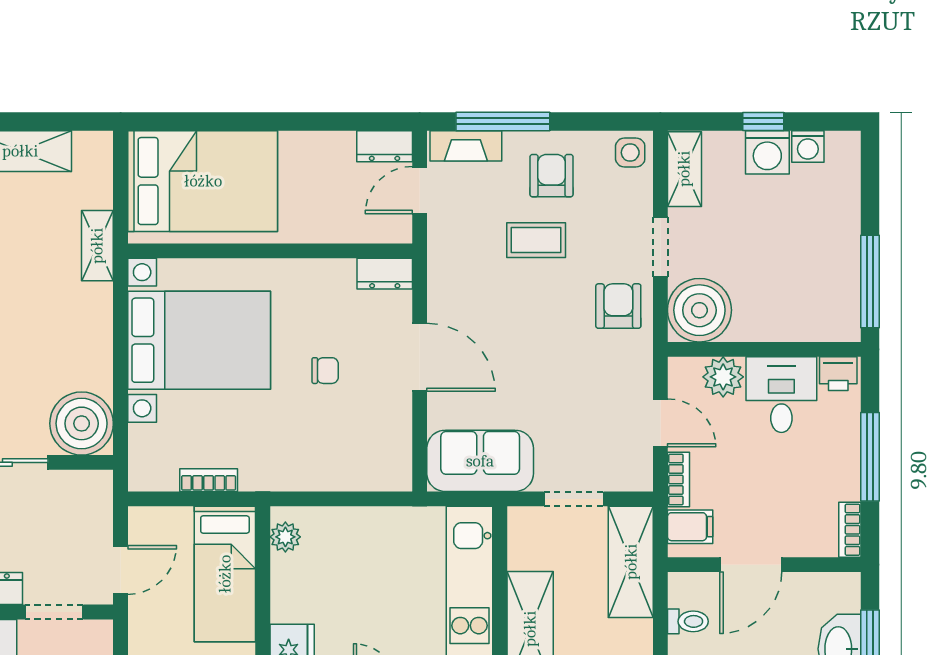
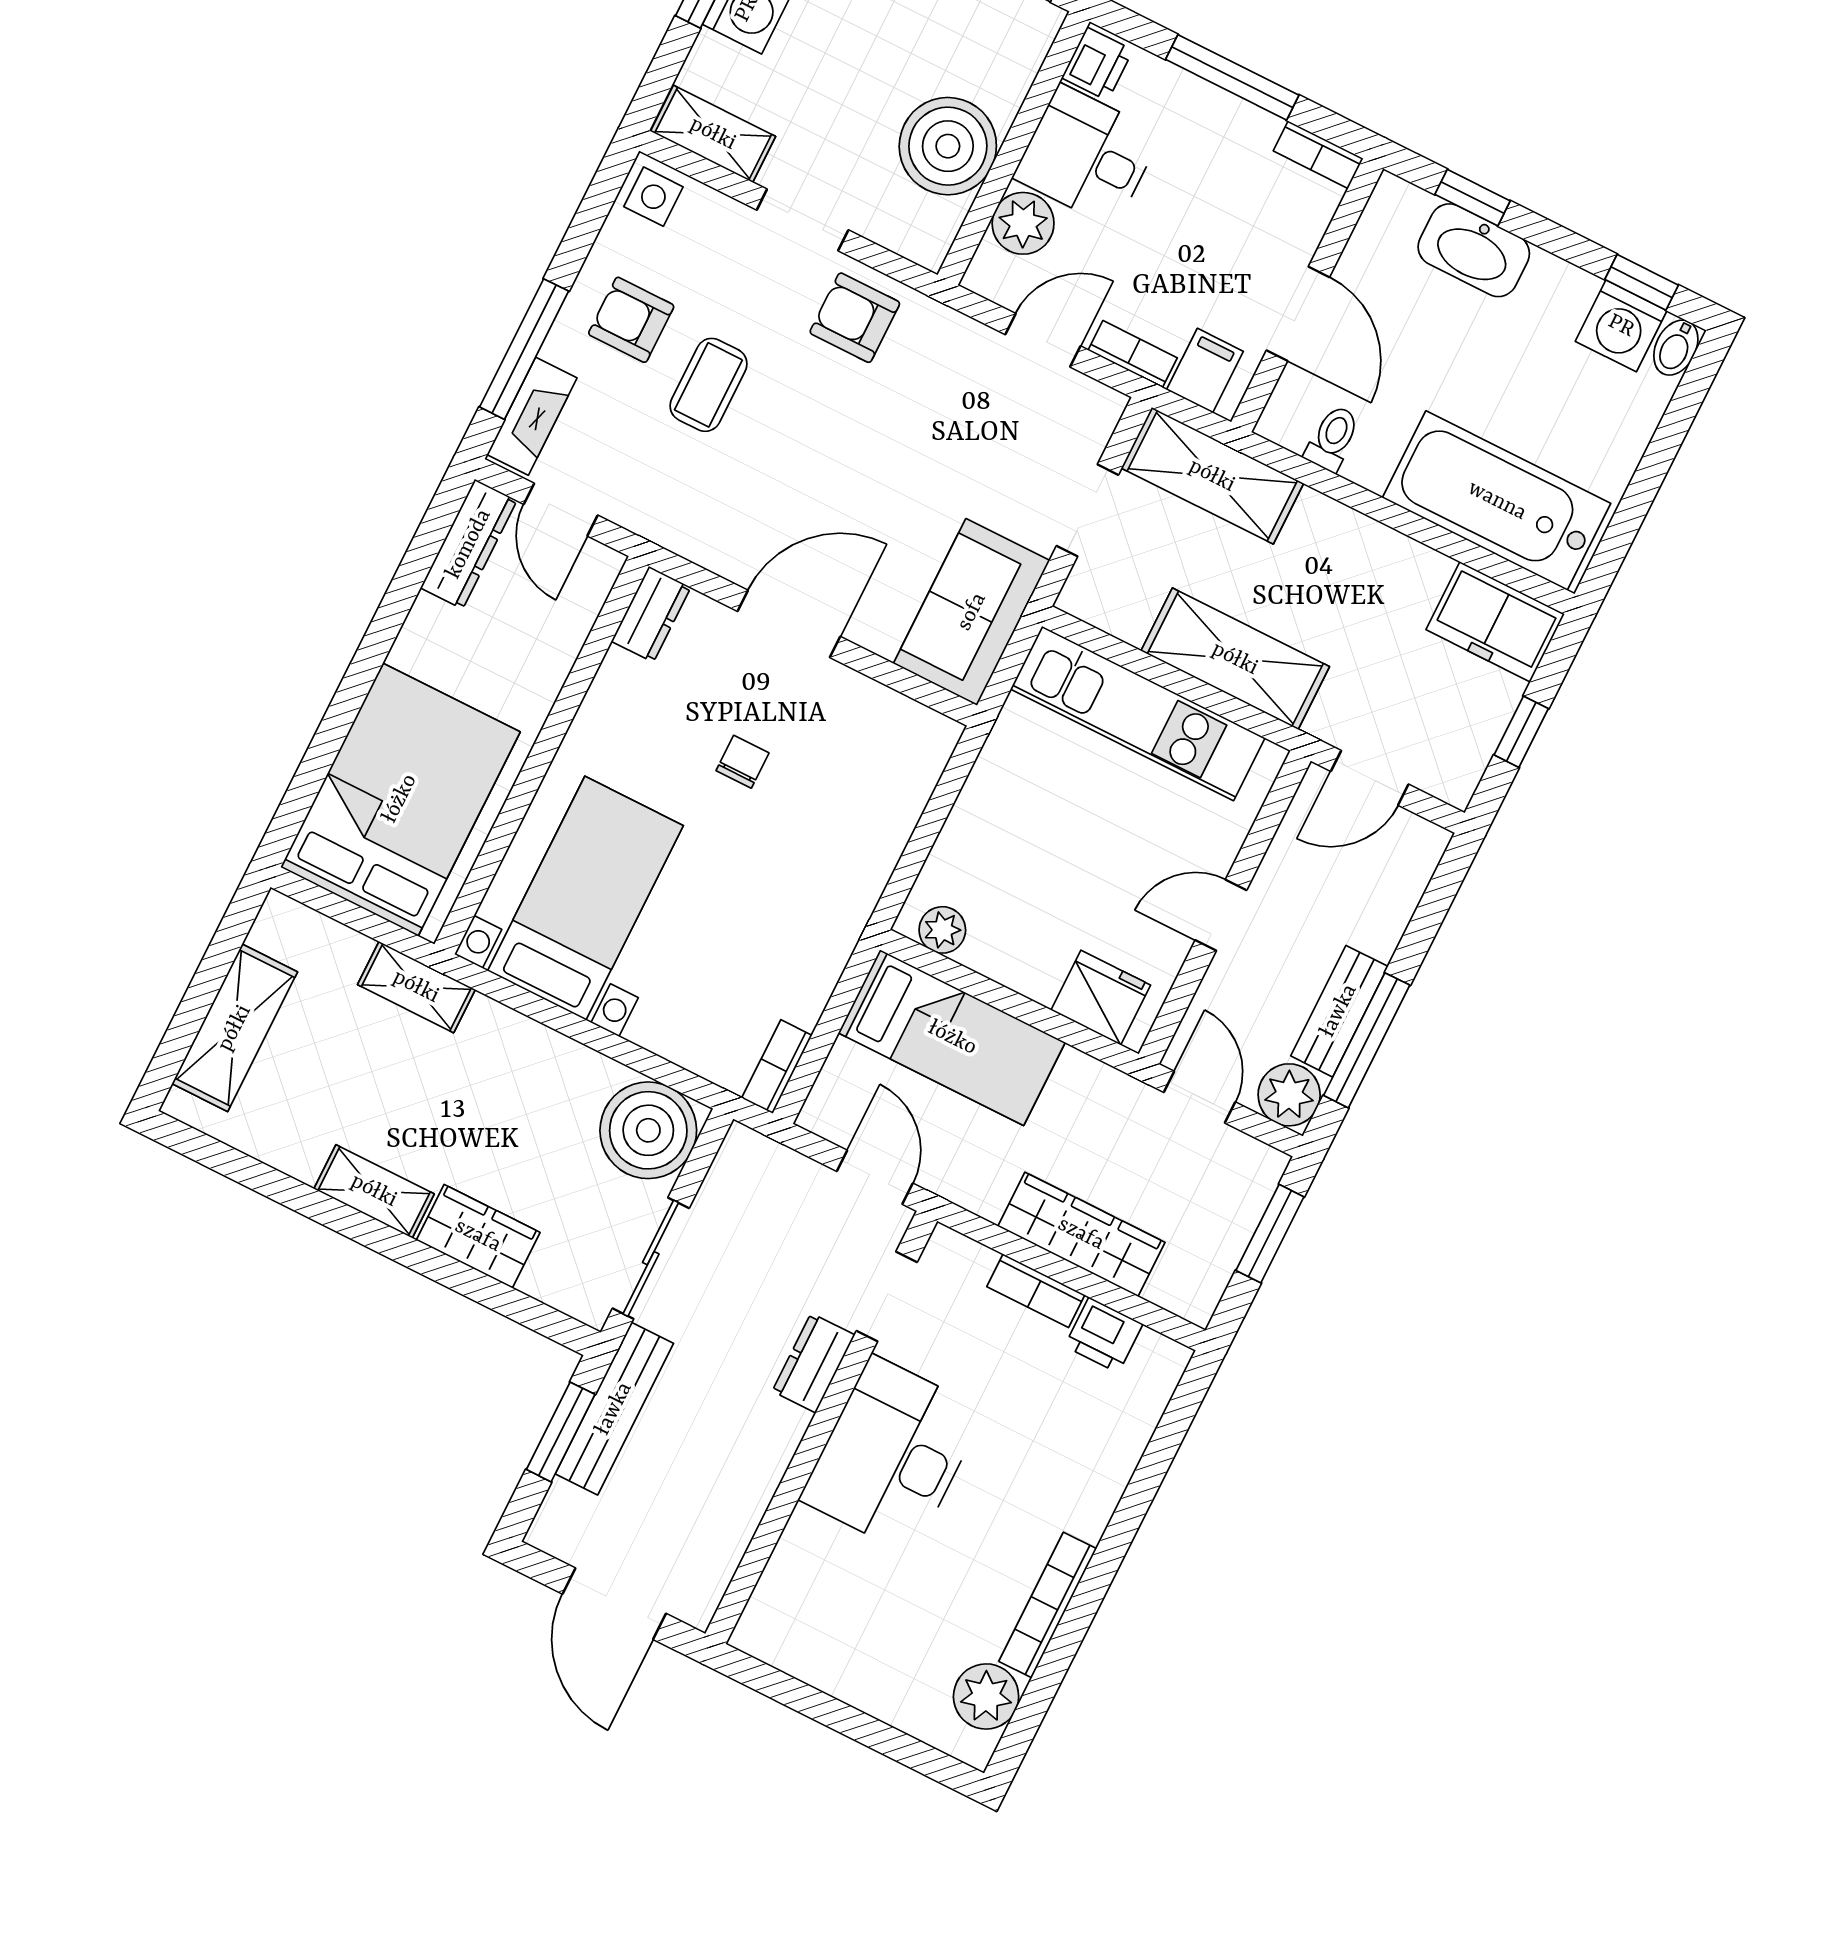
dresser: (385, 146) -> (469, 544), width x1.44
boiler: (699, 310) -> (948, 146), moved
bed with nightstands: (199, 340) -> (585, 898), width x0.73
bookcase: (209, 480) -> (777, 1067), moved

